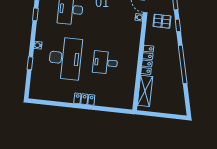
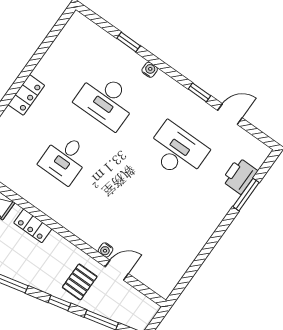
desk: (65, 58) -> (106, 101), width x0.73, depth x0.77
locker: (147, 60) -> (33, 226), width x0.66
desk: (105, 63) -> (65, 159), turned 180

